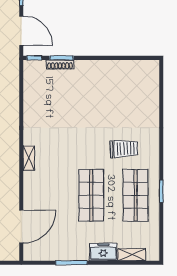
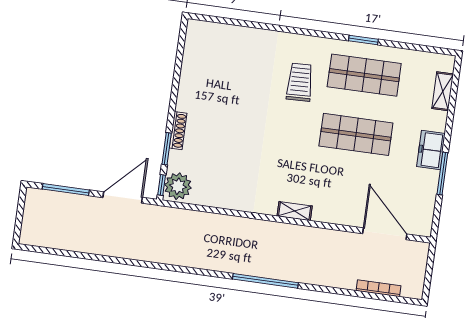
shoe rack: (60, 65) -> (178, 131), moved
plant: (35, 70) -> (178, 186), added
freezer: (103, 252) -> (431, 150), moved

